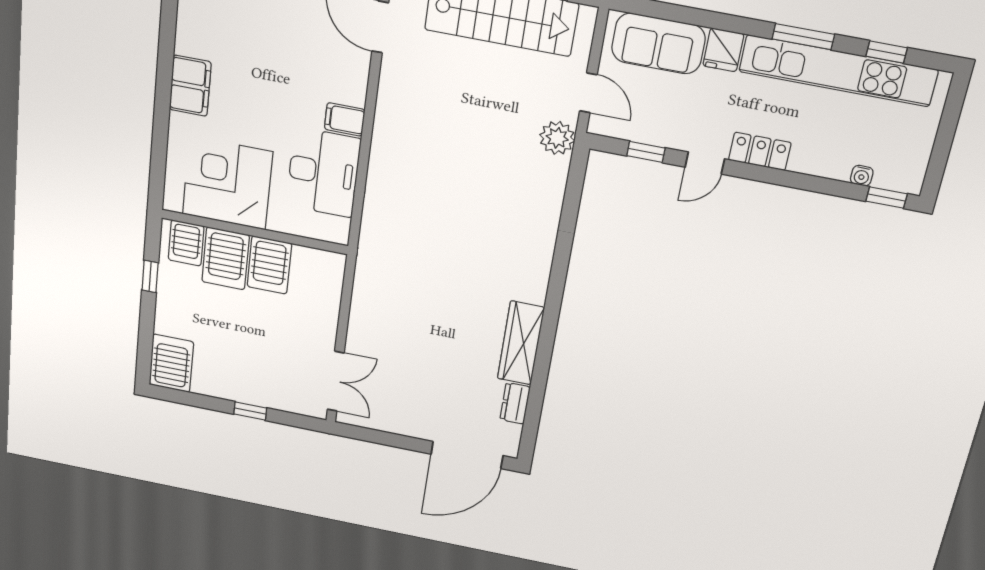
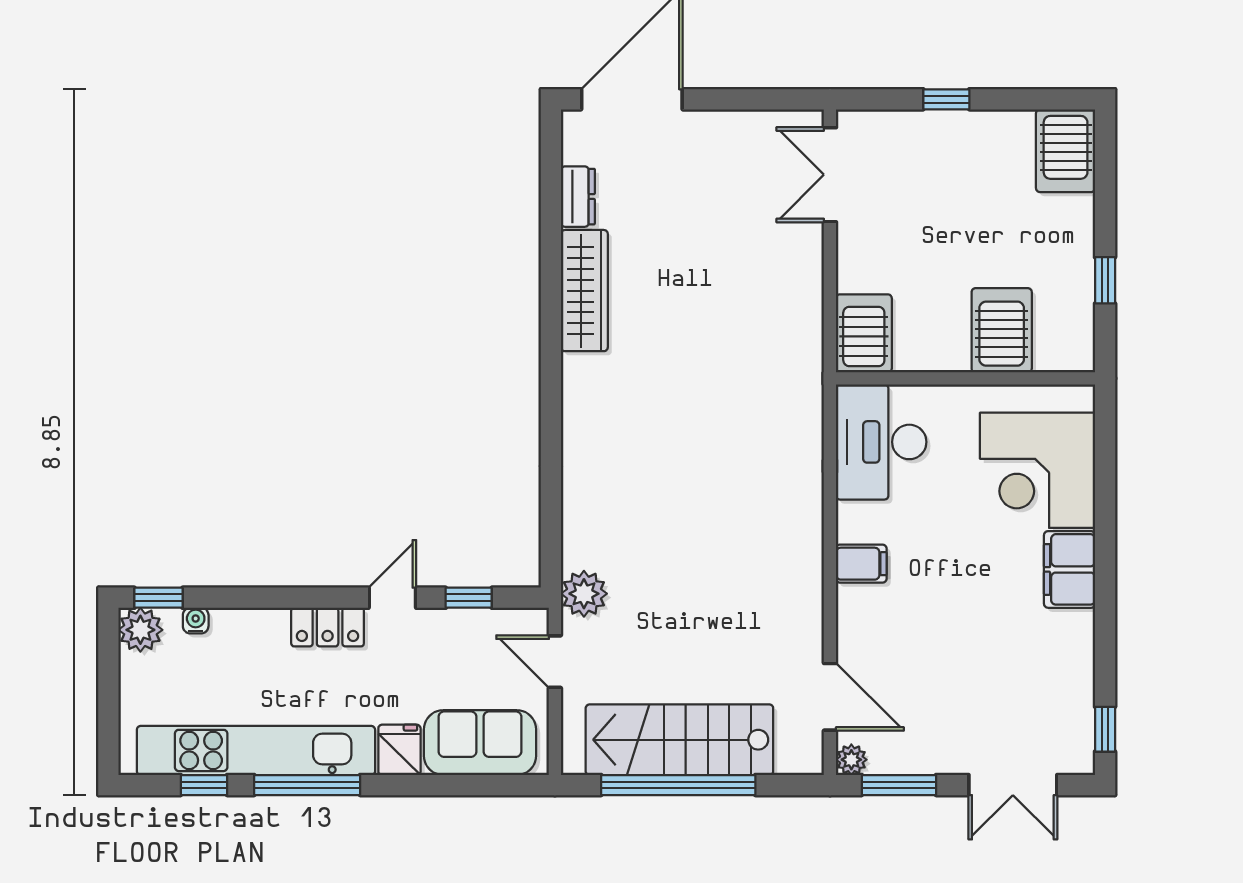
window: (803, 37) -> (307, 785), width x1.44
desk: (323, 172) -> (881, 442), moved
plant: (907, 177) -> (140, 630), added
corner desk: (227, 183) -> (1037, 470), moved, turned 90
server rack: (186, 243) -> (1058, 342), removed
server rack: (269, 265) -> (864, 333), moved

